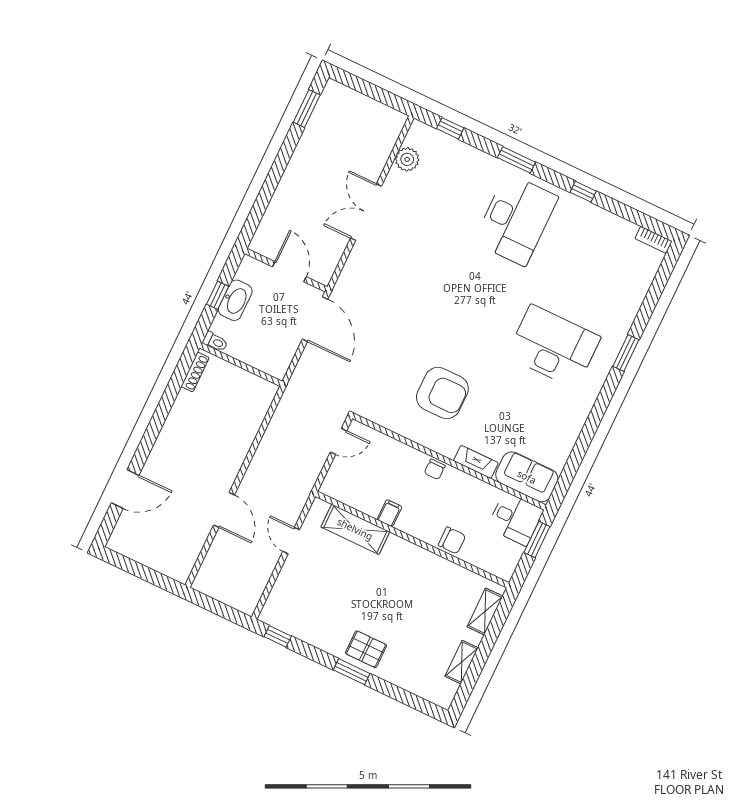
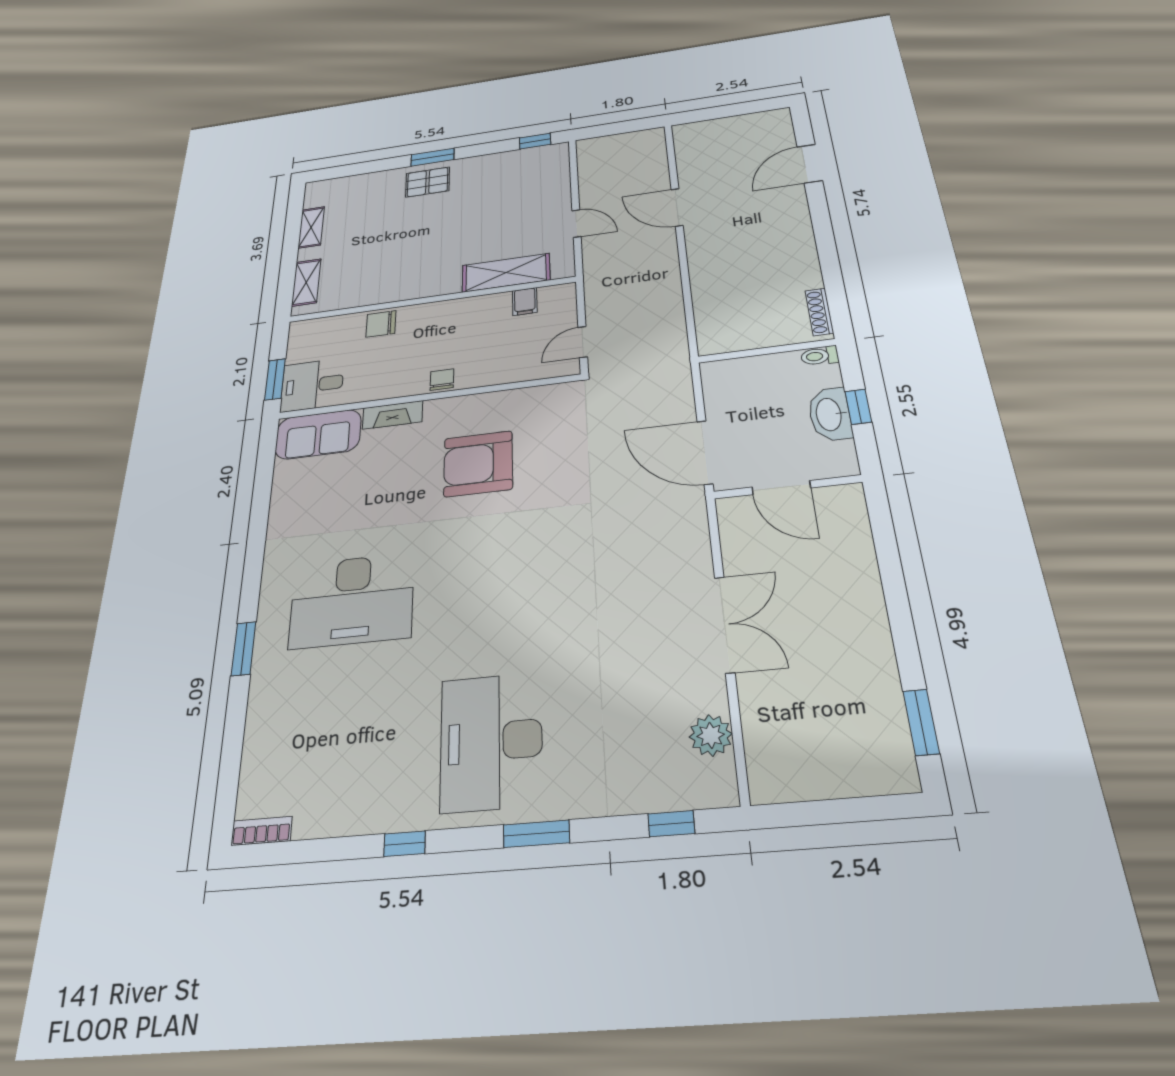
filing cabinet: (389, 513) -> (525, 301), moved

